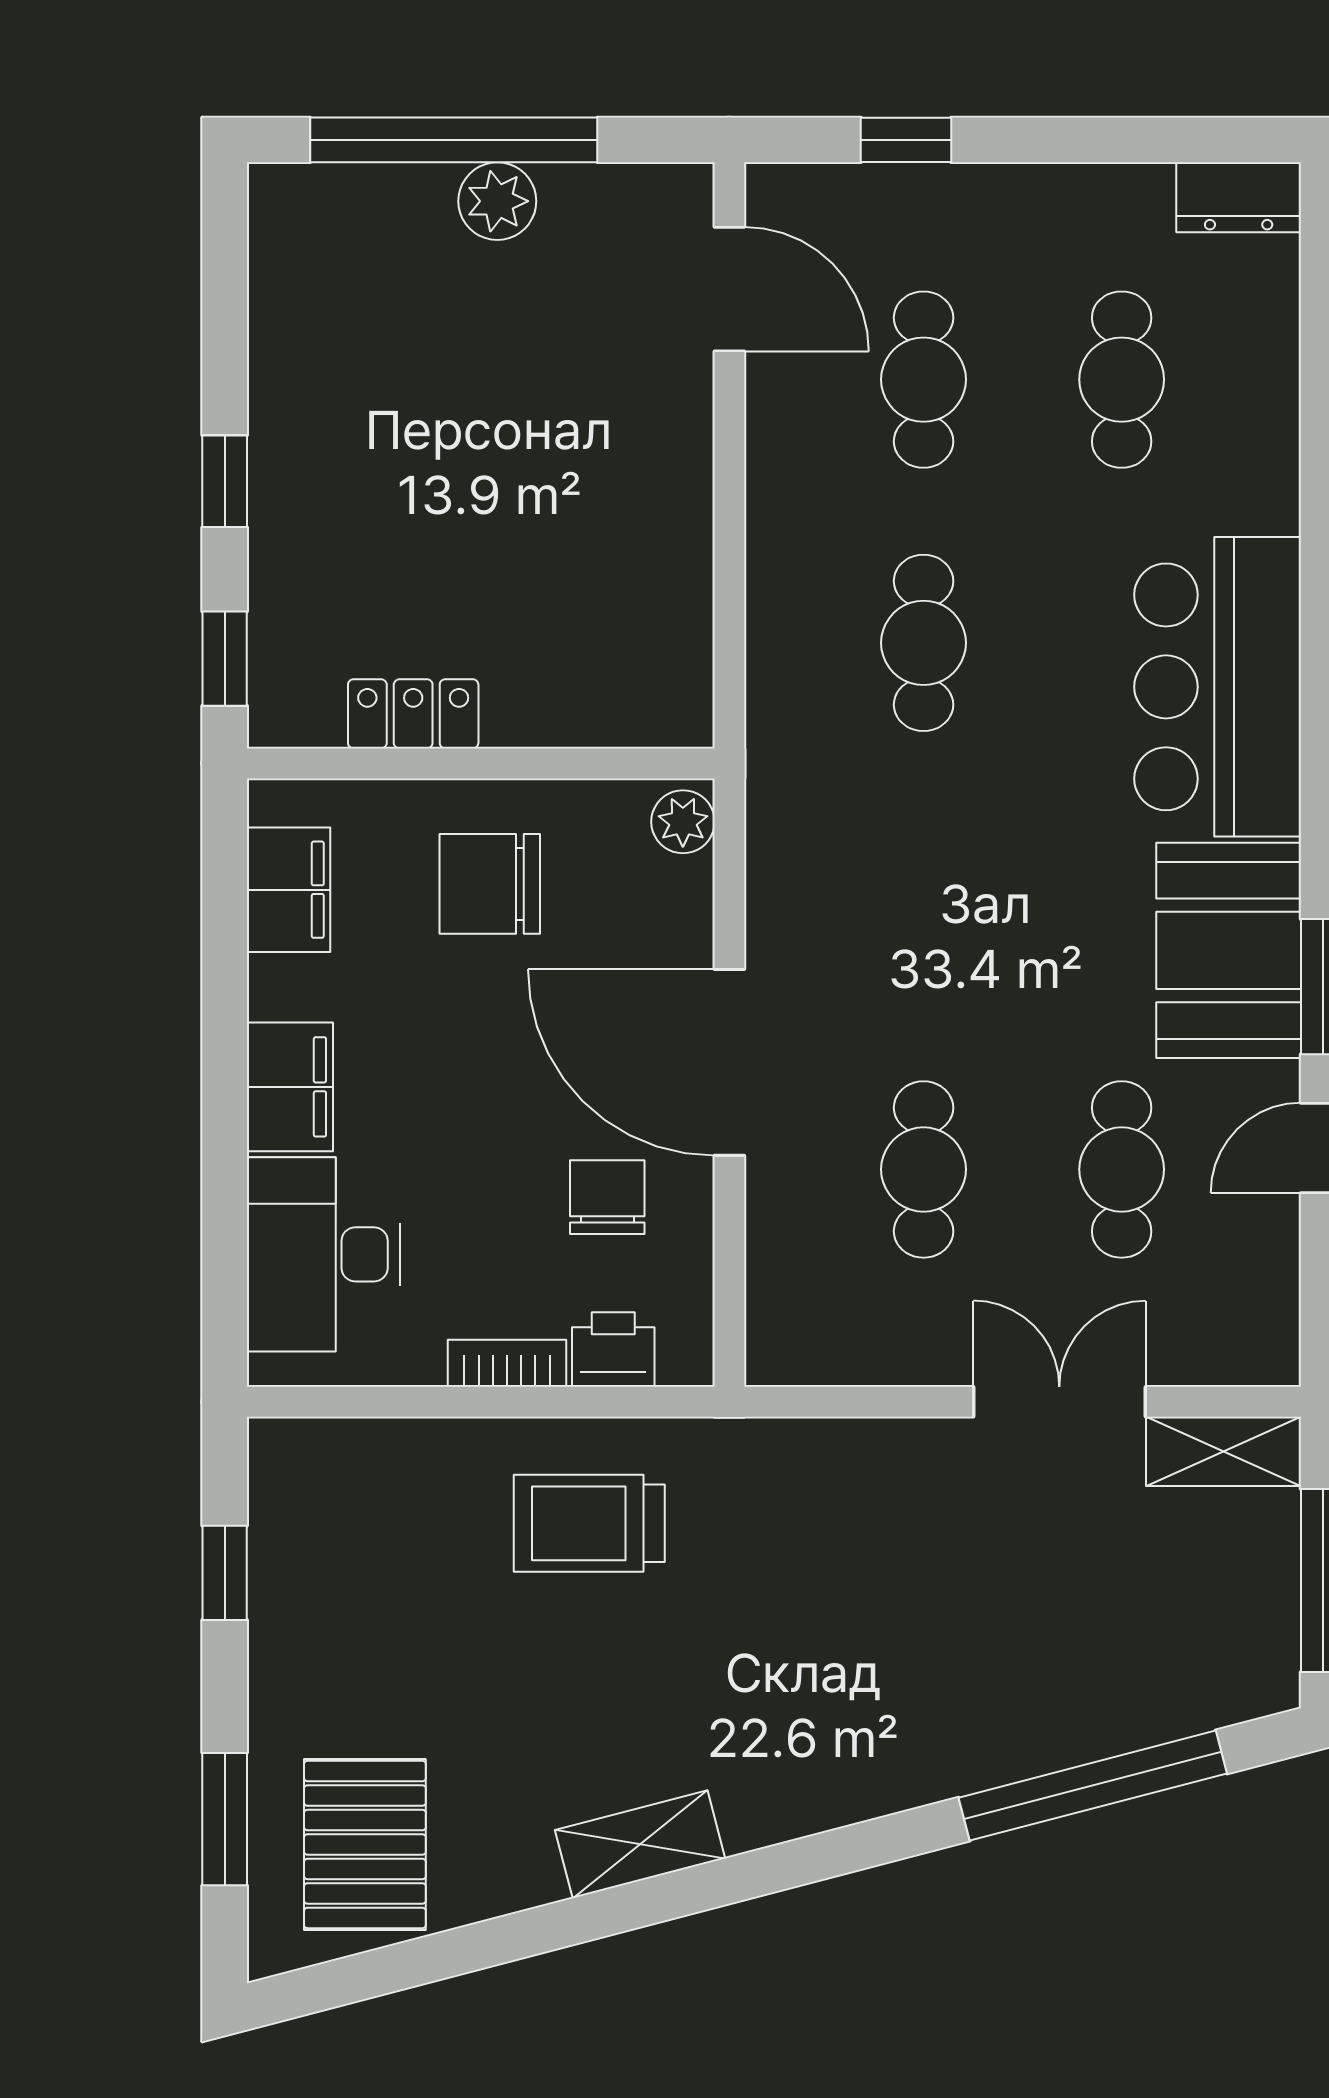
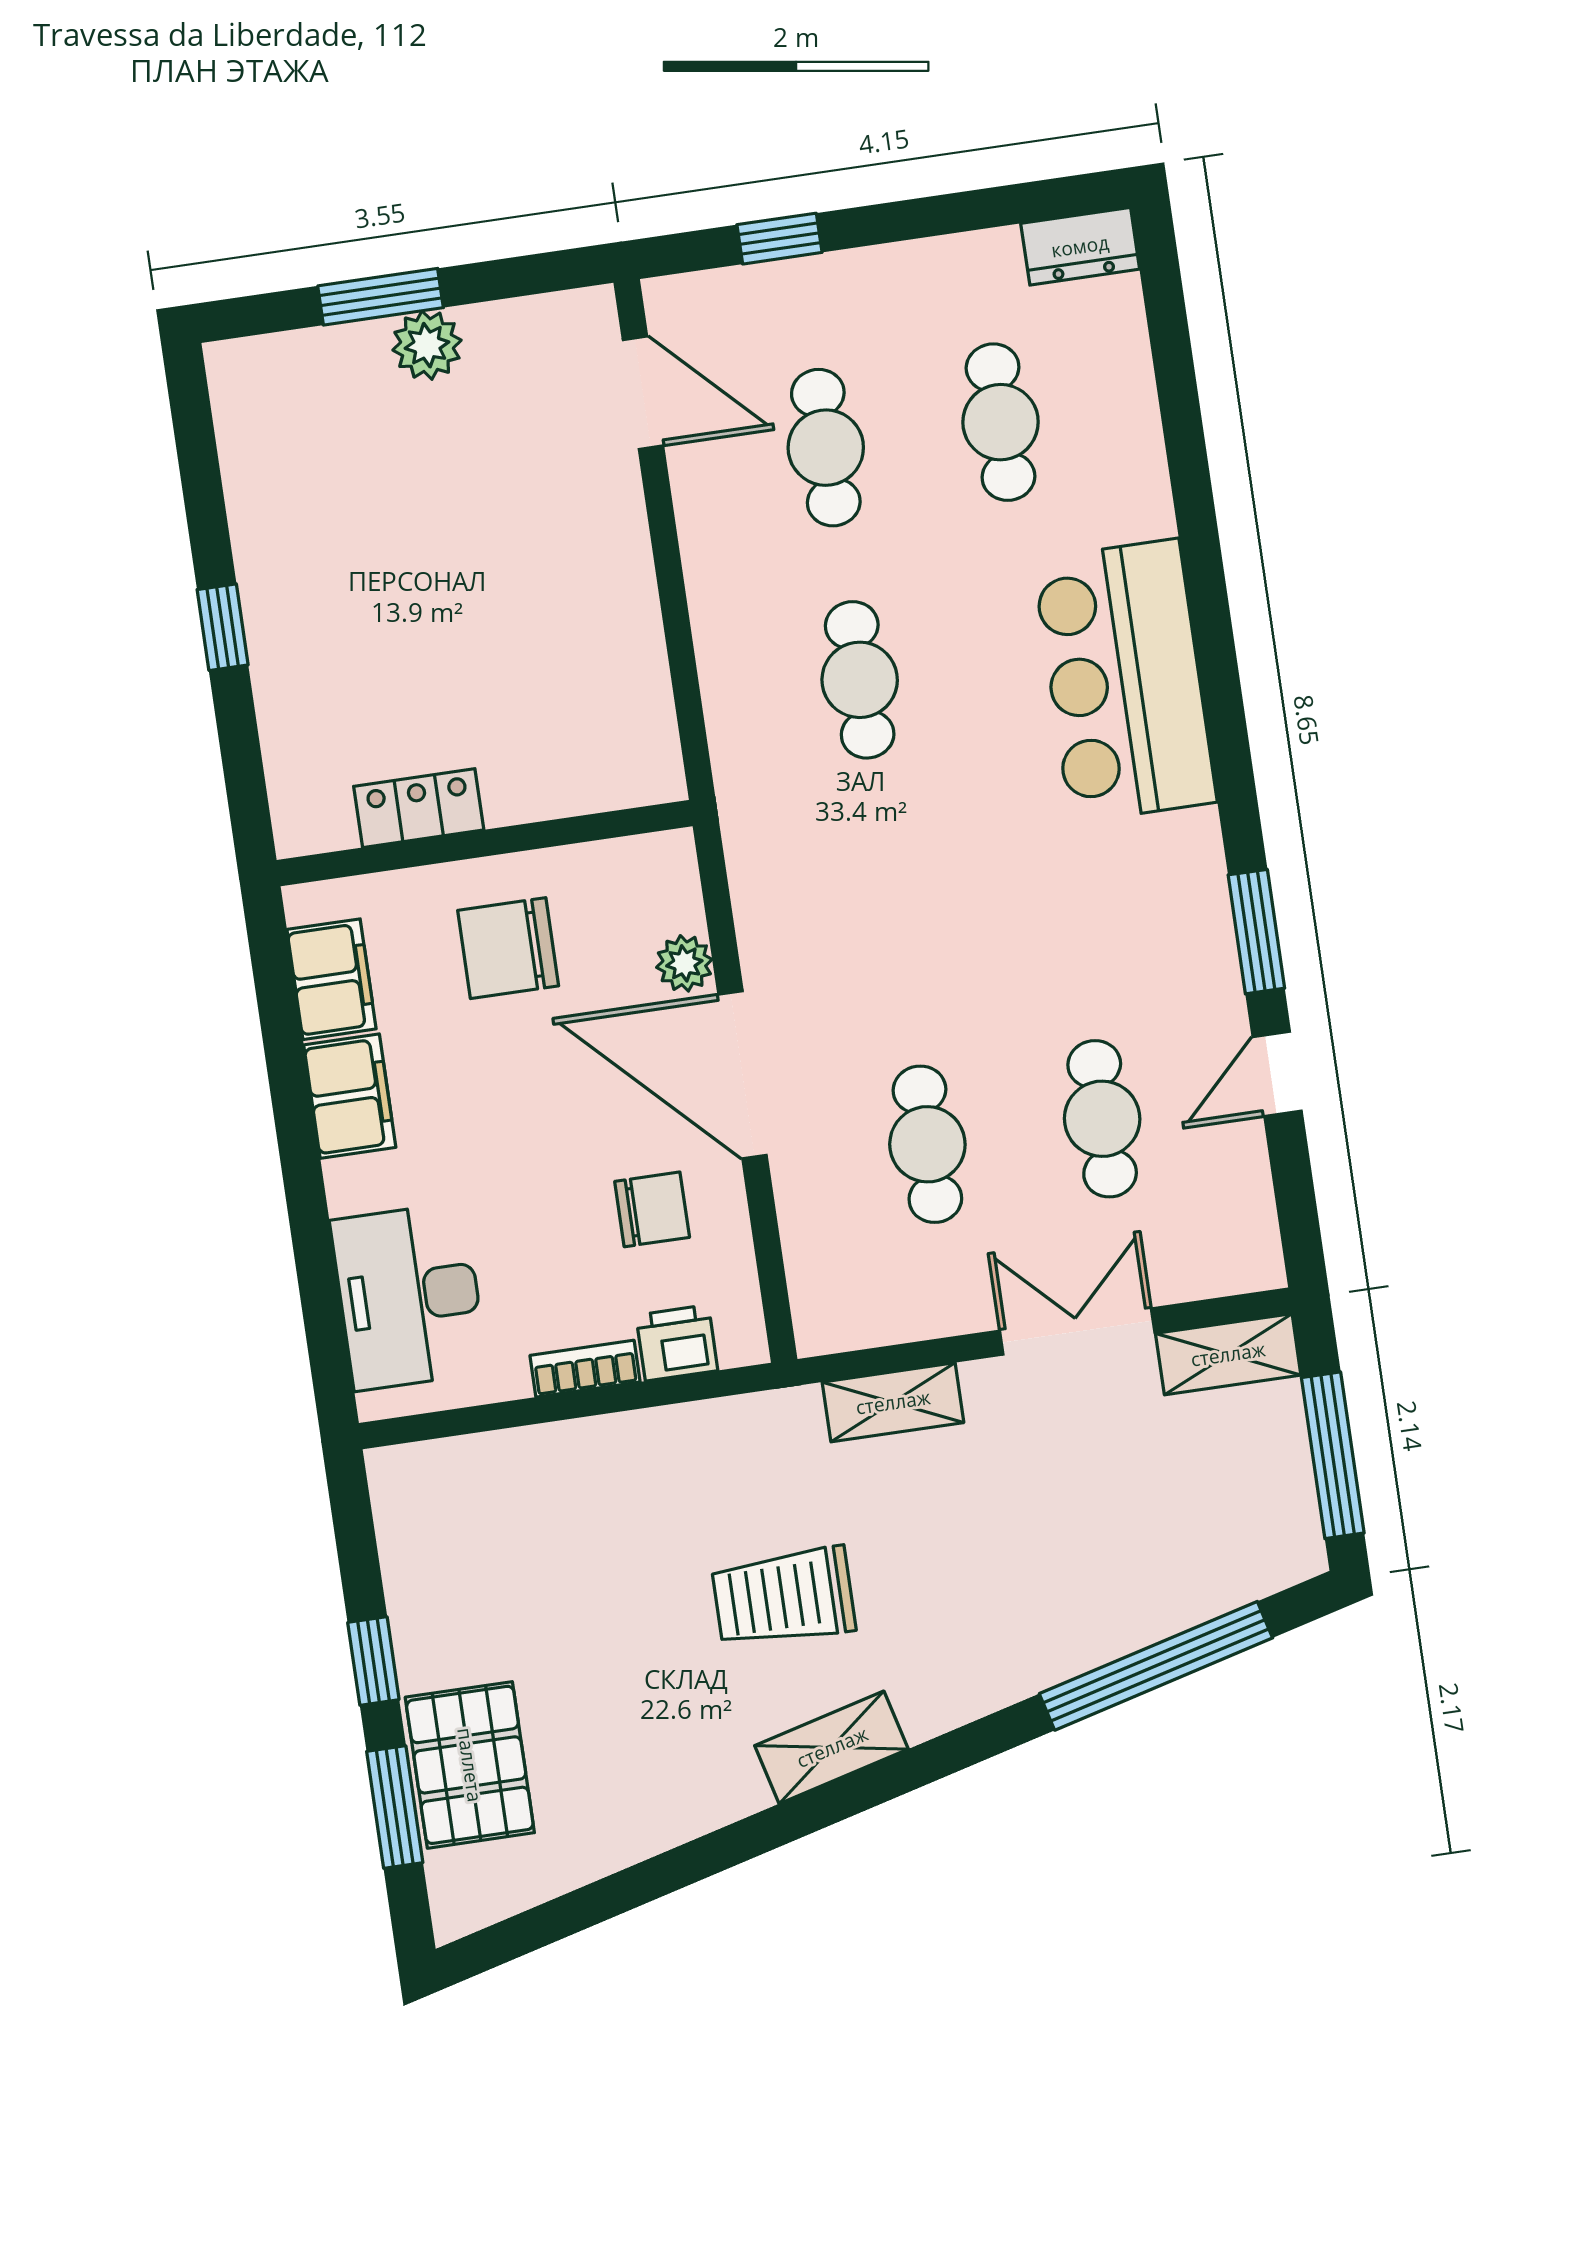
window: (454, 140) -> (381, 297), width x0.47
window: (225, 659) -> (245, 784), removed
plant: (683, 822) -> (684, 963), moved
booth: (1229, 950) -> (1168, 912), removed
filing cabinet: (290, 1087) -> (350, 1096), moved
chair: (607, 1197) -> (652, 1209), turned 90
shelving: (844, 1450) -> (893, 1402), added
trolley: (589, 1523) -> (784, 1597), moved
window: (225, 1573) -> (373, 1661), moved
pallet: (365, 1844) -> (470, 1765), moved
shelving: (640, 1844) -> (832, 1747), moved

